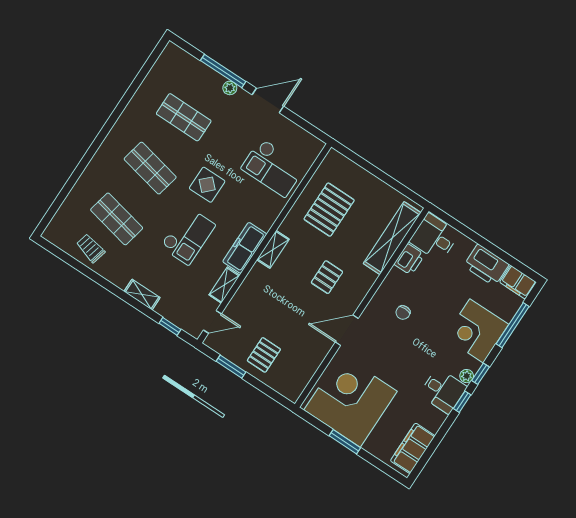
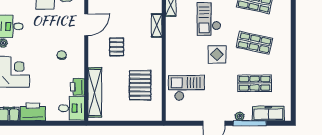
freezer: (245, 248) -> (268, 114), moved, turned -90
shelving: (273, 249) -> (157, 25), moved

